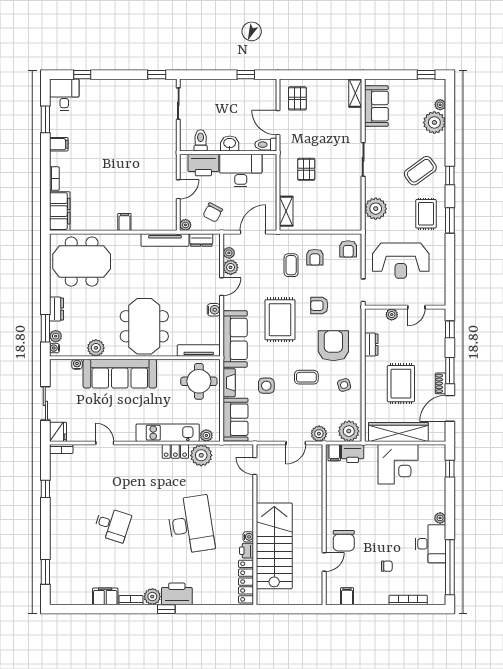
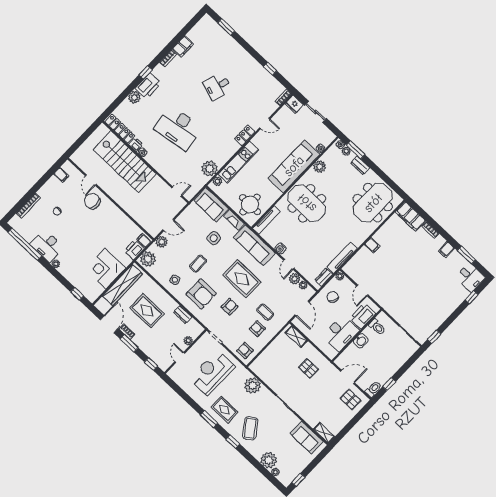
toilet: (266, 145) -> (373, 389), moved
door: (296, 443) -> (168, 225), swing flipped
locker: (175, 451) -> (245, 135), moved
plant: (152, 597) -> (134, 97), moved

